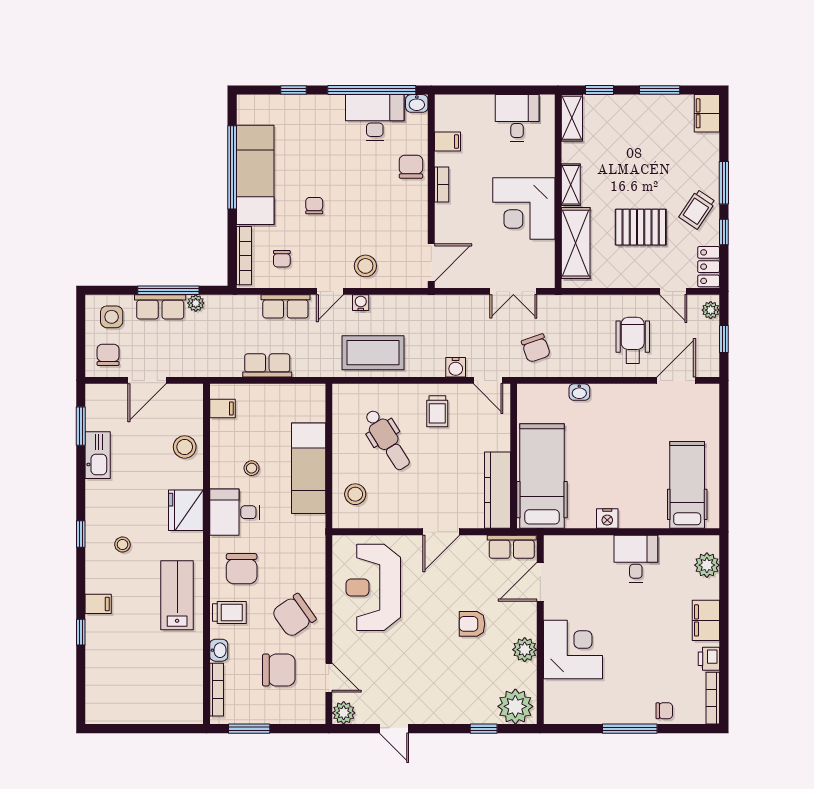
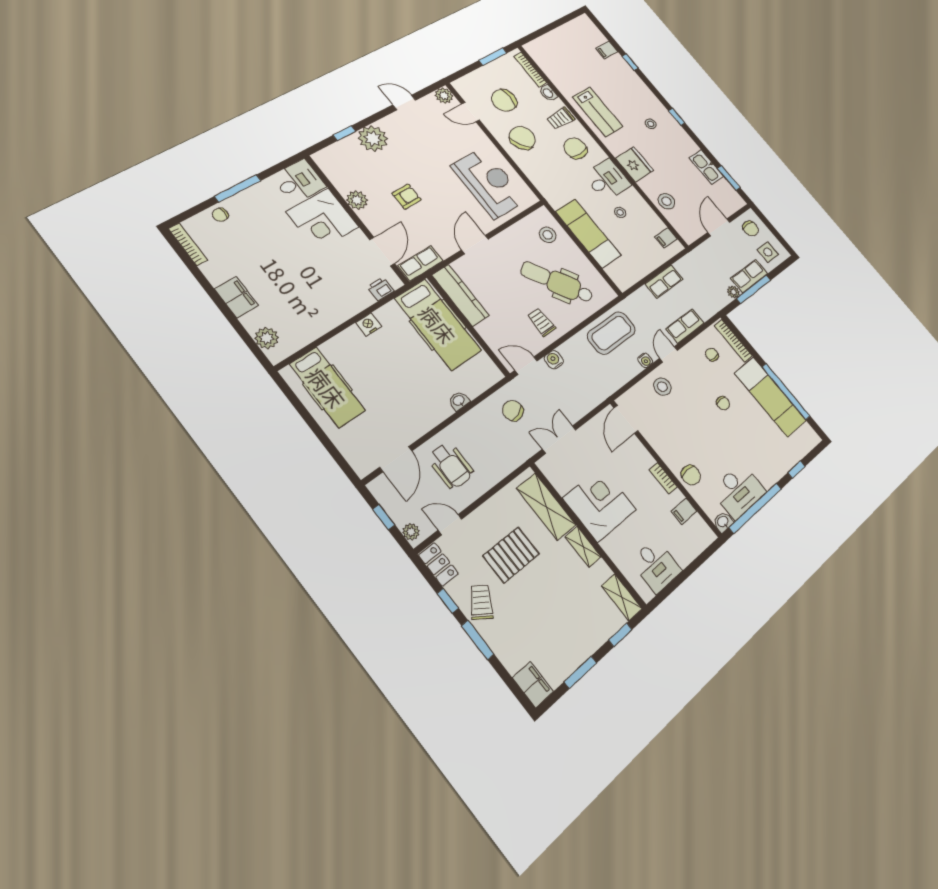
dental chair: (387, 440) -> (557, 282), width x1.36, depth x1.38
desk: (636, 559) -> (299, 181), moved, turned -90
filing cabinet: (98, 604) -> (607, 50), moved
printer: (709, 659) -> (381, 289), moved, turned -90
plant: (515, 706) -> (373, 139), moved

